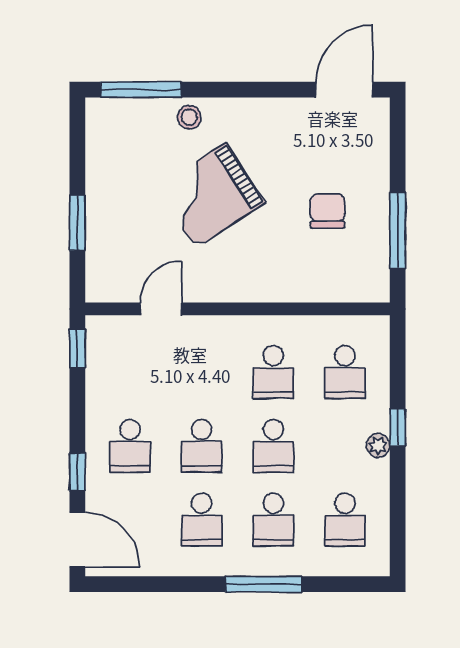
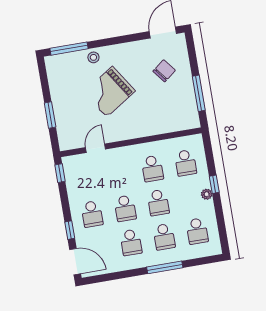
chair: (327, 211) -> (164, 71), moved, turned 52

